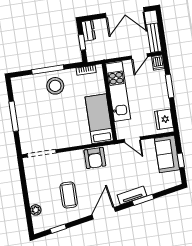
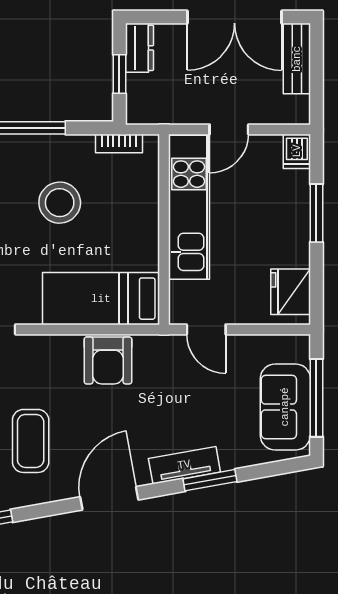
bench: (154, 38) -> (297, 59), moved
door: (139, 56) -> (229, 129), moved
stool: (55, 86) -> (60, 203), moved
bed: (99, 119) -> (101, 299), moved, turned -90
sofa: (167, 154) -> (285, 407), moved
window: (181, 160) -> (316, 398), width x2.17

